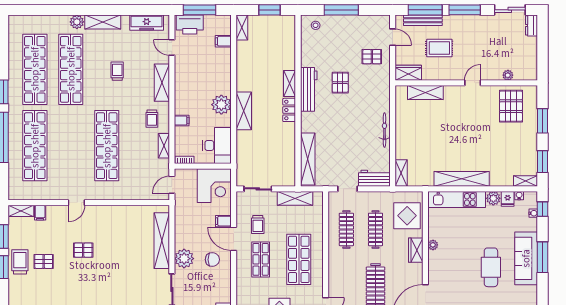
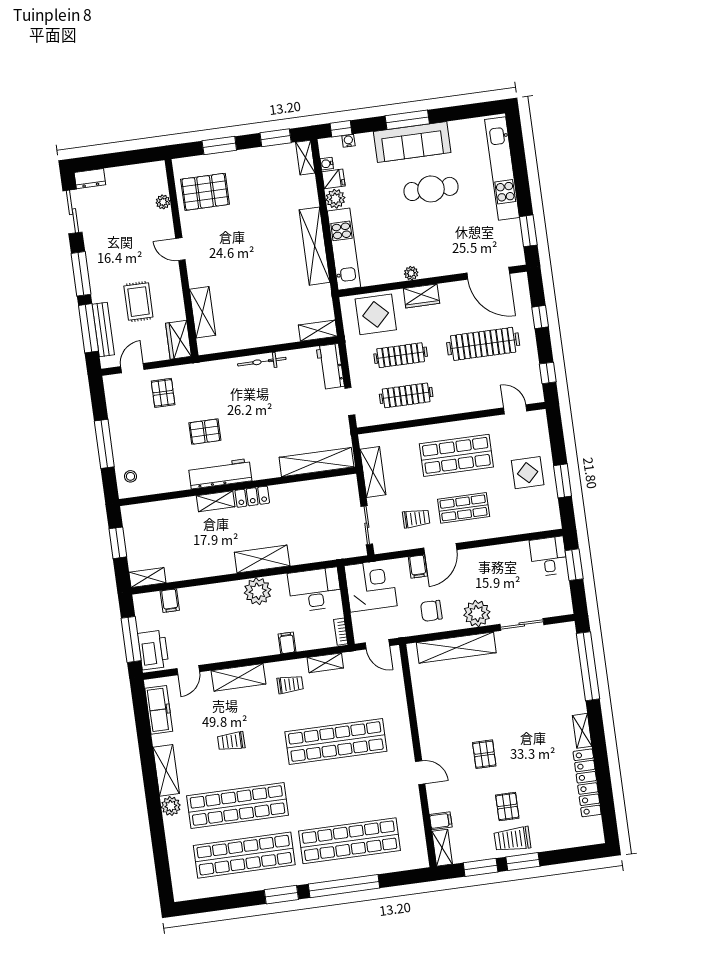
chair: (212, 260) -> (431, 611), moved, turned -90

